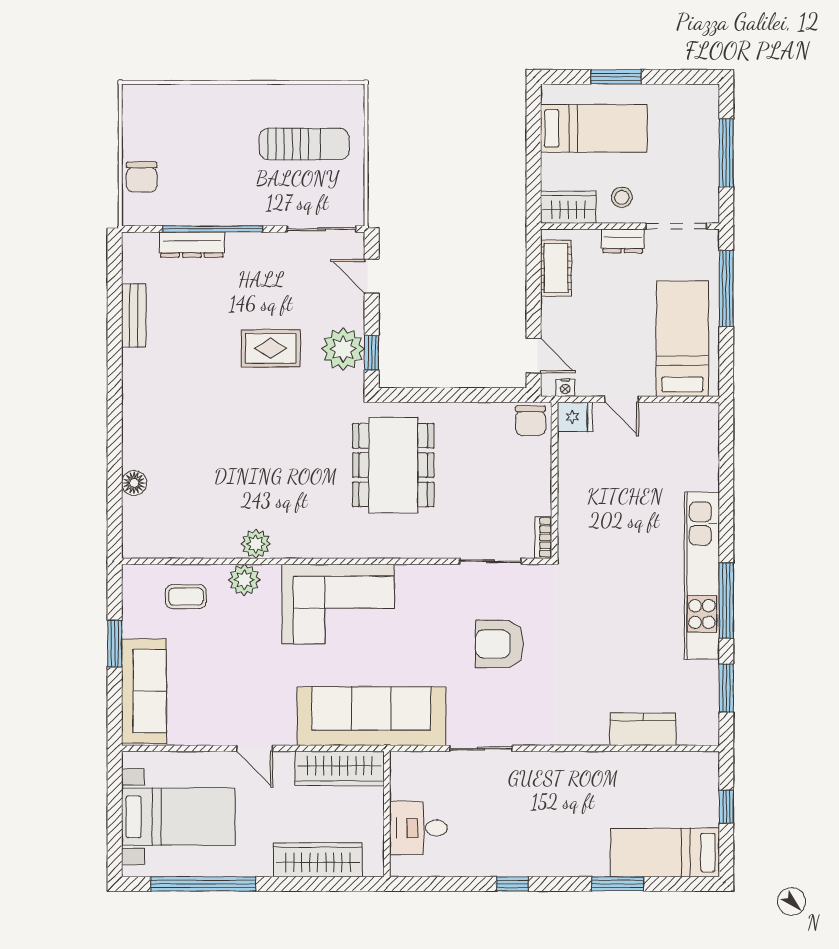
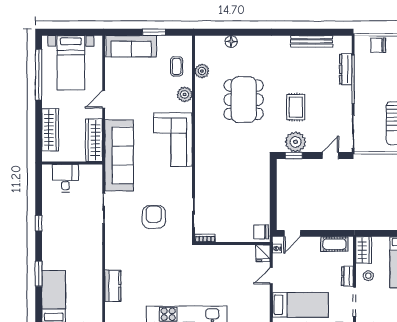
bench: (134, 316) -> (312, 41), width x1.36
dining table: (393, 465) -> (244, 100), moved, turned 90
plant: (256, 544) -> (202, 71), moved

